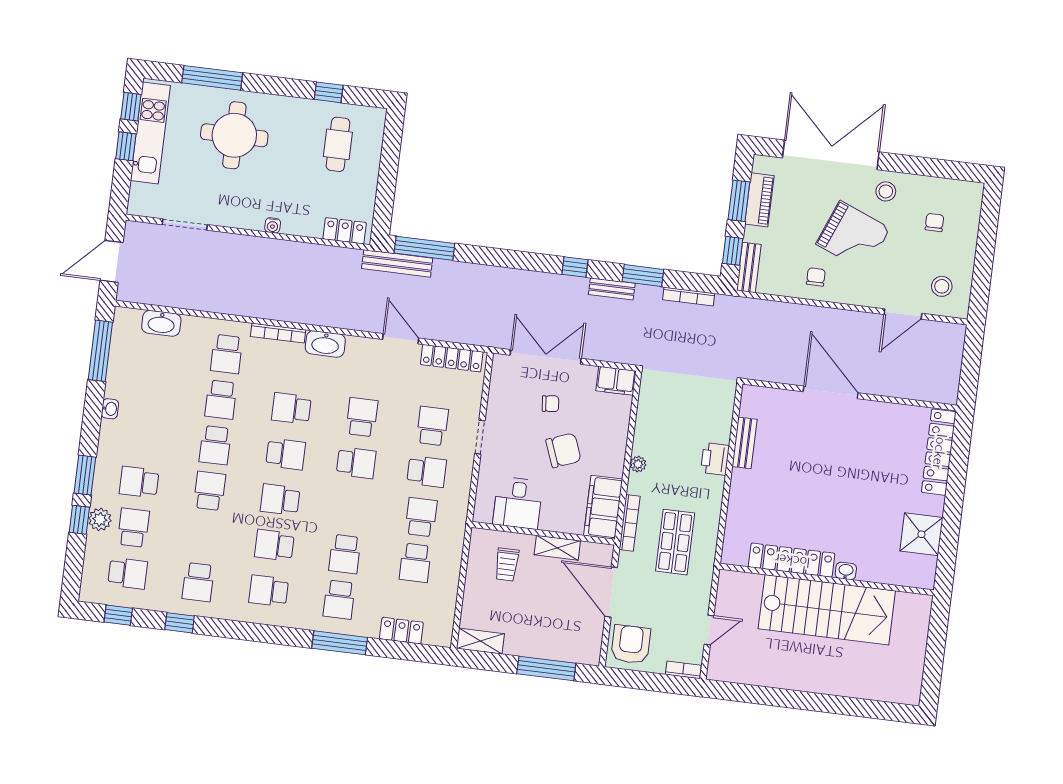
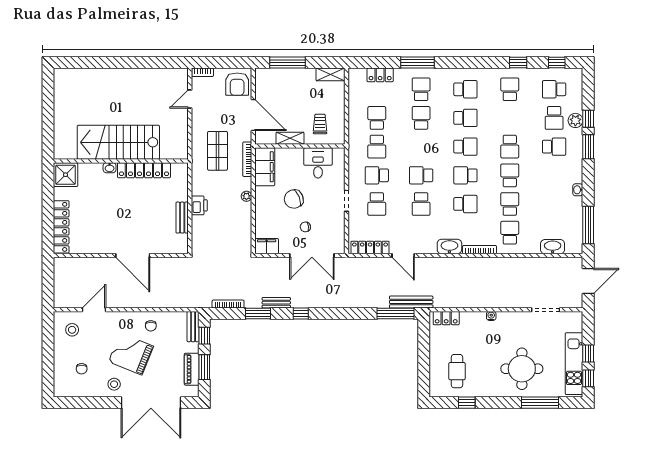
locker: (792, 560) -> (144, 170), moved
washbasin: (846, 571) -> (110, 168), moved
wall: (827, 579) -> (121, 161), moved
stairs: (827, 610) -> (118, 142), moved

